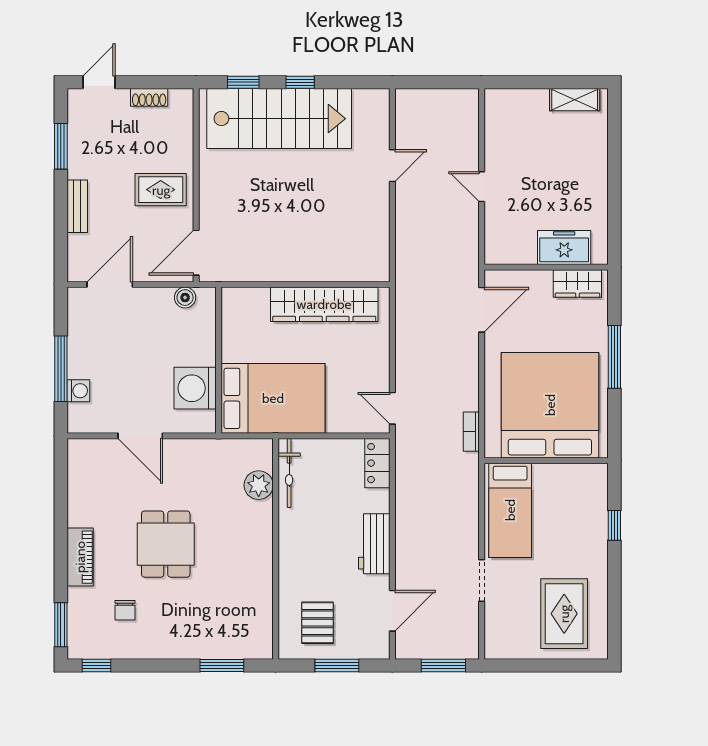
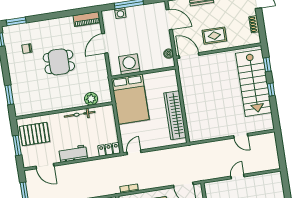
rug: (161, 190) -> (214, 36), turned 90
bicycle: (289, 473) -> (80, 114), moved
piano: (80, 557) -> (87, 19), moved
pallet: (318, 623) -> (35, 134), width x1.50, depth x1.42

